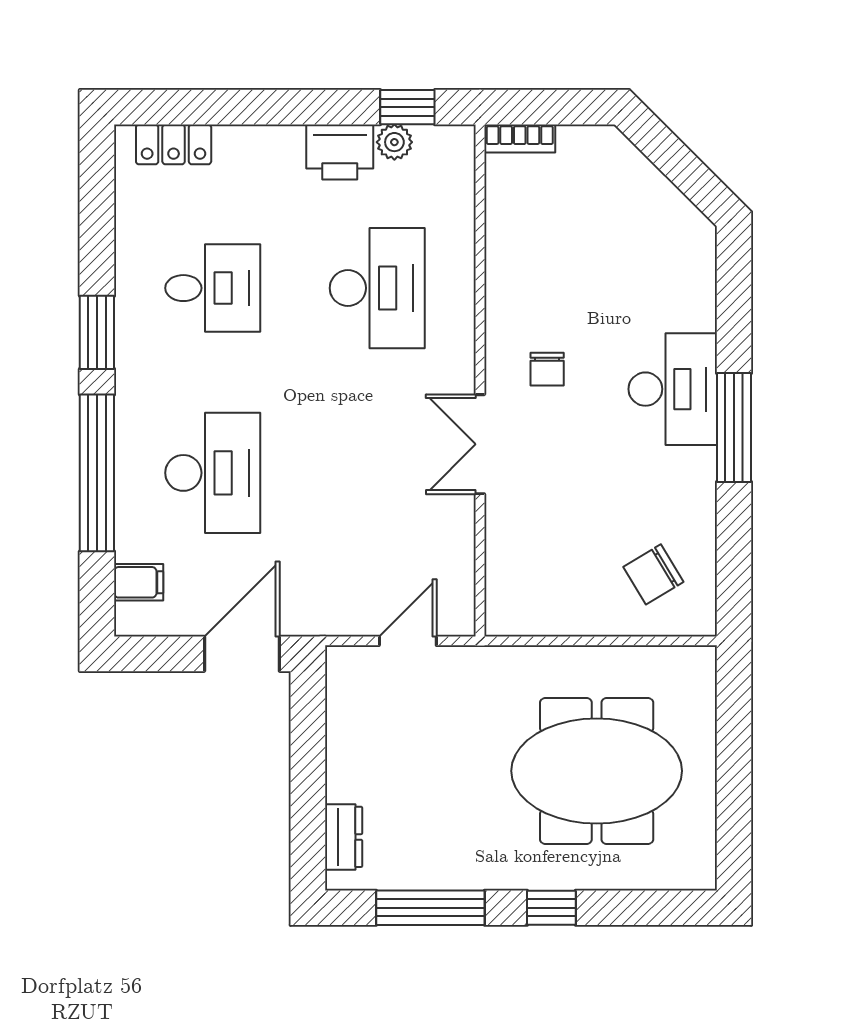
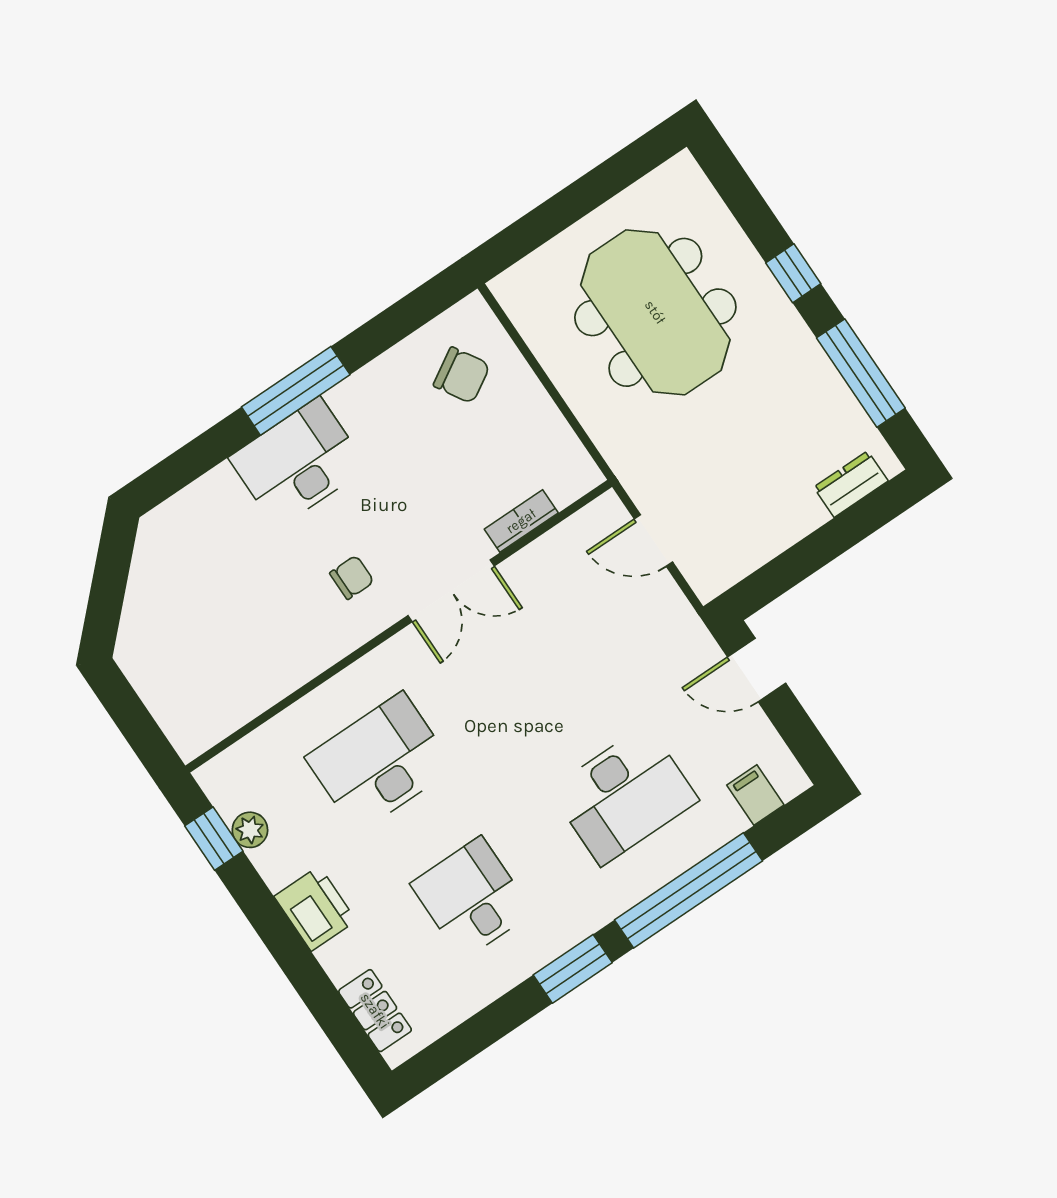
bookcase: (520, 139) -> (521, 521), moved, turned -90
printer: (340, 152) -> (315, 909), moved
desk: (213, 473) -> (624, 795), turned 180
door: (242, 654) -> (757, 670), width x0.73

